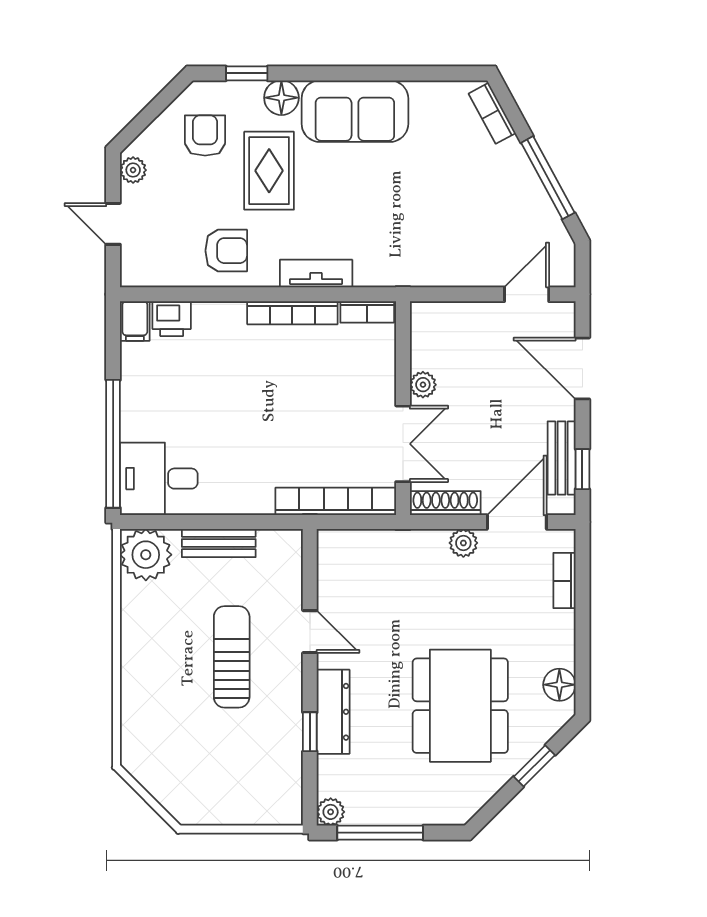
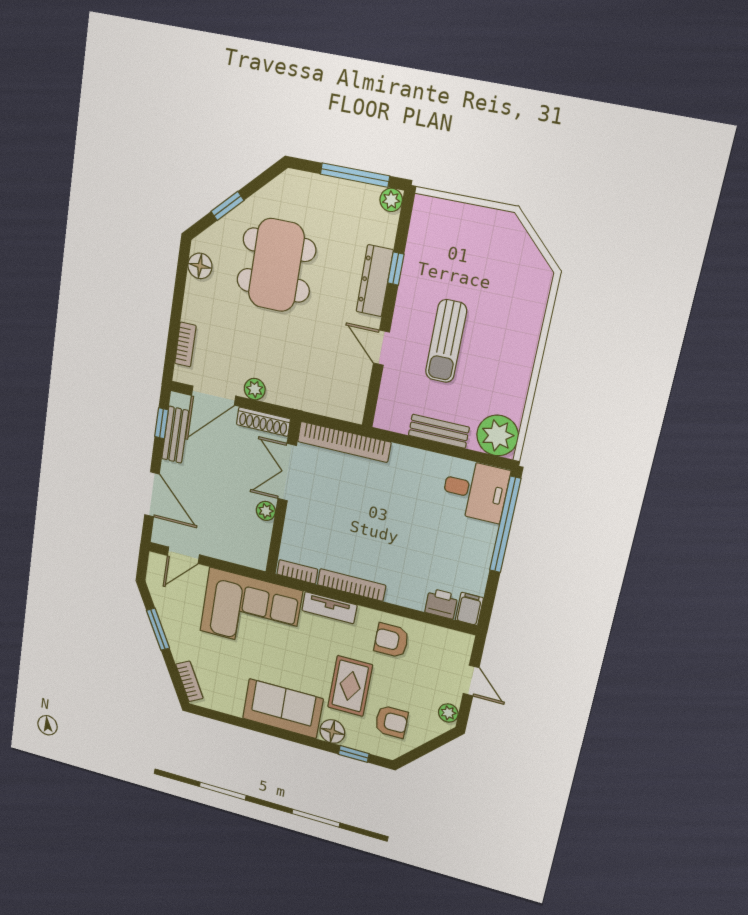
armchair: (205, 136) -> (391, 722), turned -90
window: (548, 178) -> (158, 629), width x0.69
corner sofa: (421, 240) -> (251, 611), added

